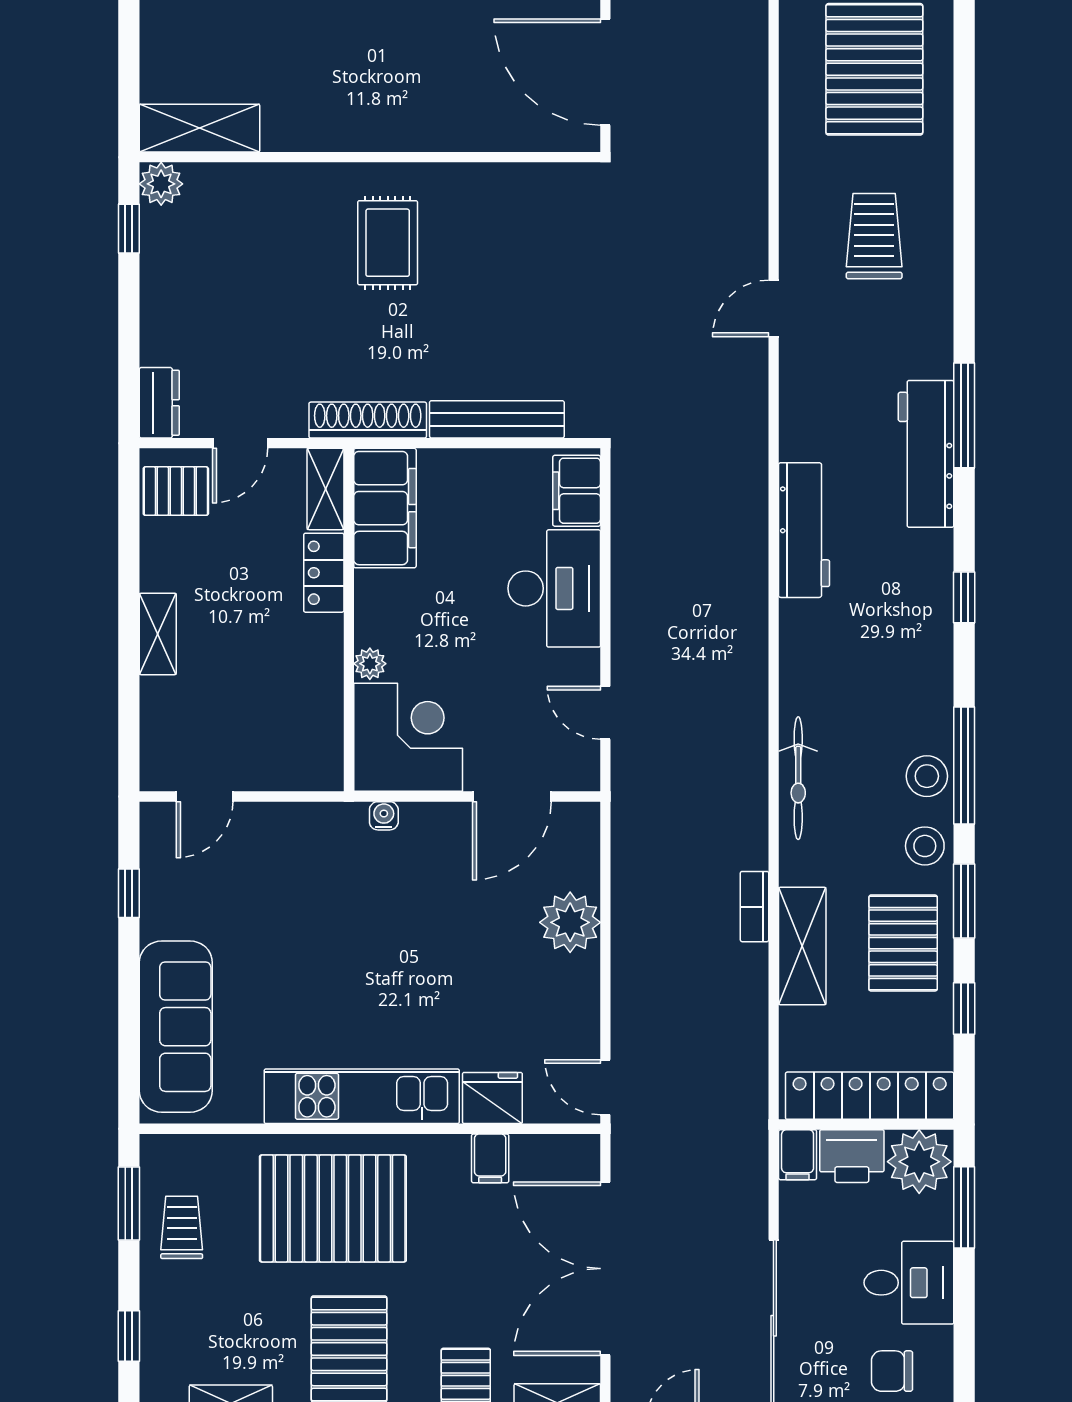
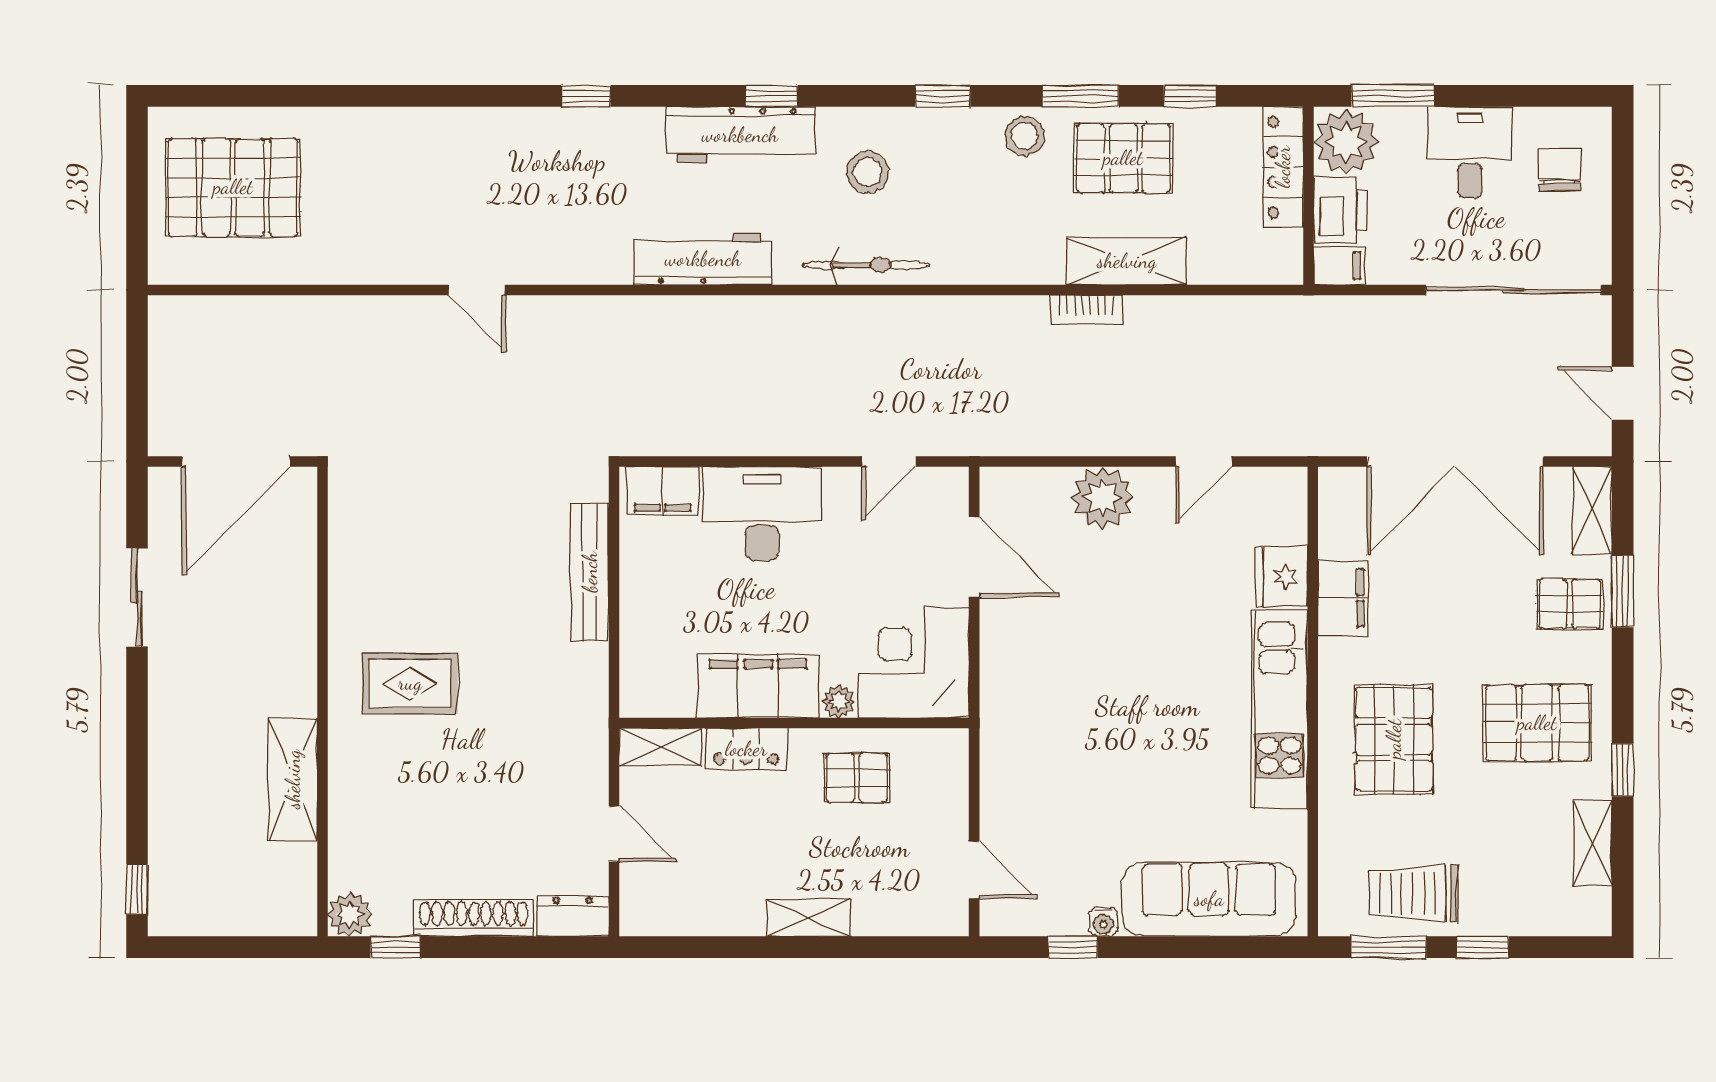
shelving: (200, 128) -> (293, 779), moved
trolley: (874, 236) -> (403, 188), removed
window: (964, 415) -> (586, 96), width x0.46
shoe rack: (368, 420) -> (474, 918), moved, turned 90
workbench: (926, 454) -> (740, 135), moved
pallet: (176, 491) -> (857, 778), moved, turned 90
filing cabinet: (385, 508) -> (758, 686), moved
window: (964, 766) -> (943, 96), width x0.46
stool: (927, 776) -> (868, 172), moved
bicycle: (798, 778) -> (866, 265), moved
water cooler: (384, 816) -> (1103, 922), moved, turned -90
door: (605, 1087) -> (1204, 462), moved
locker: (870, 1096) -> (1283, 167), width x0.71, depth x0.83
filing cabinet: (490, 1158) -> (1343, 598), width x2.00
pallet: (333, 1208) -> (1394, 739), width x0.73, depth x0.71
trolley: (182, 1227) -> (1413, 893), width x1.36, depth x1.39
window: (129, 1336) -> (1483, 947), moved
chair: (892, 1371) -> (1560, 169), turned 180

